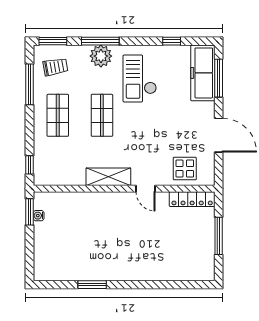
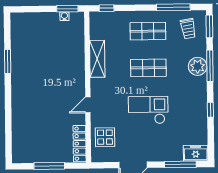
window: (172, 41) -> (210, 110), moved
freezer: (203, 73) -> (196, 153), width x0.52, depth x0.79
checkout: (140, 78) -> (148, 110), moved
shelving: (108, 177) -> (97, 59), moved

